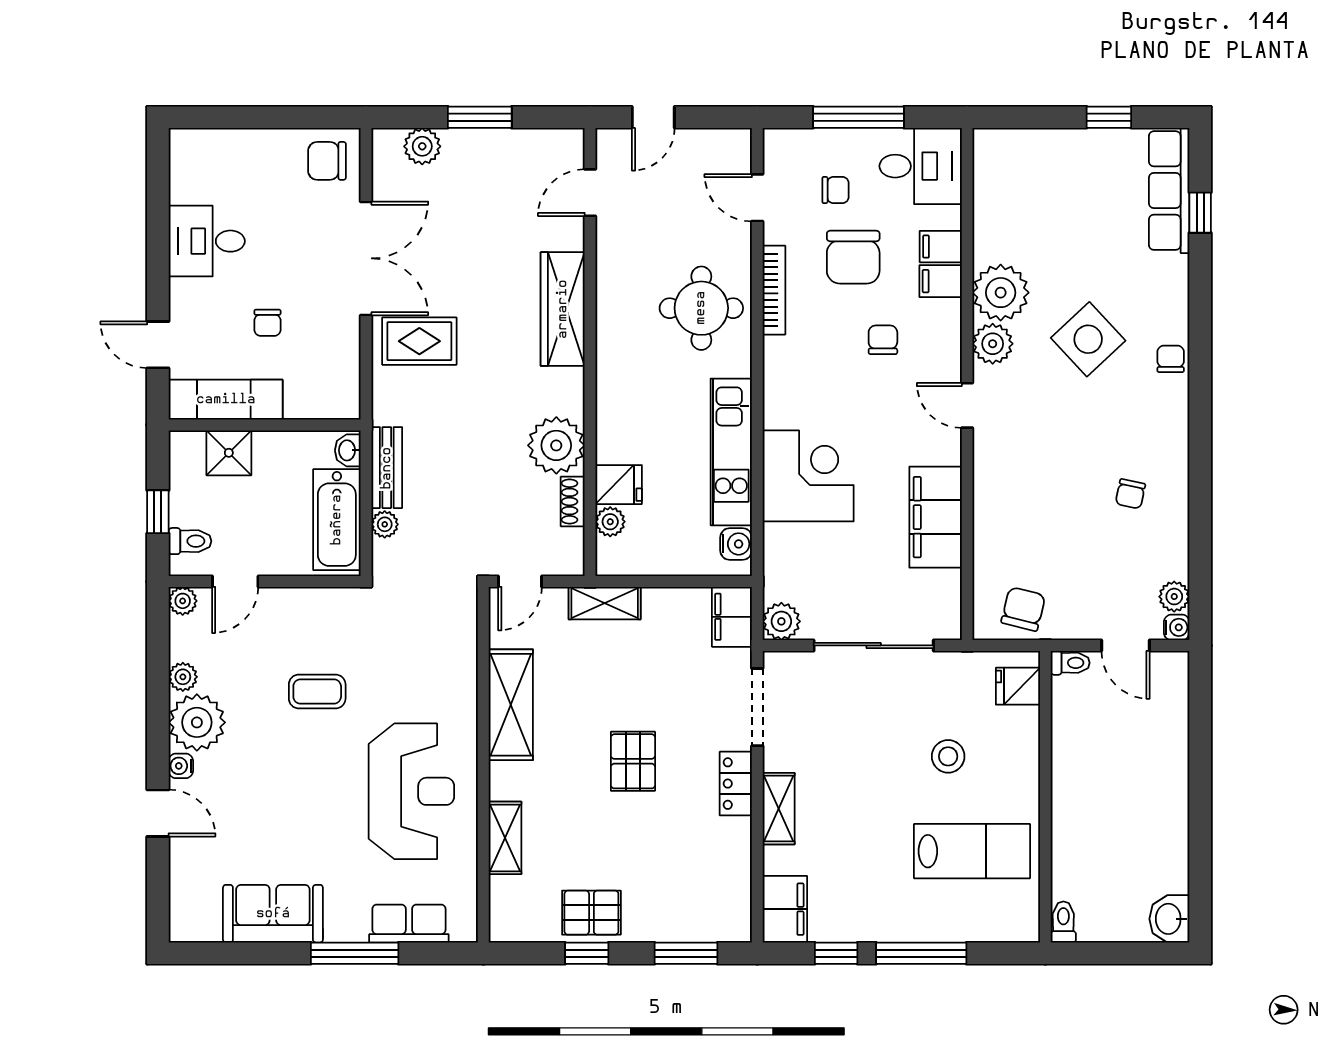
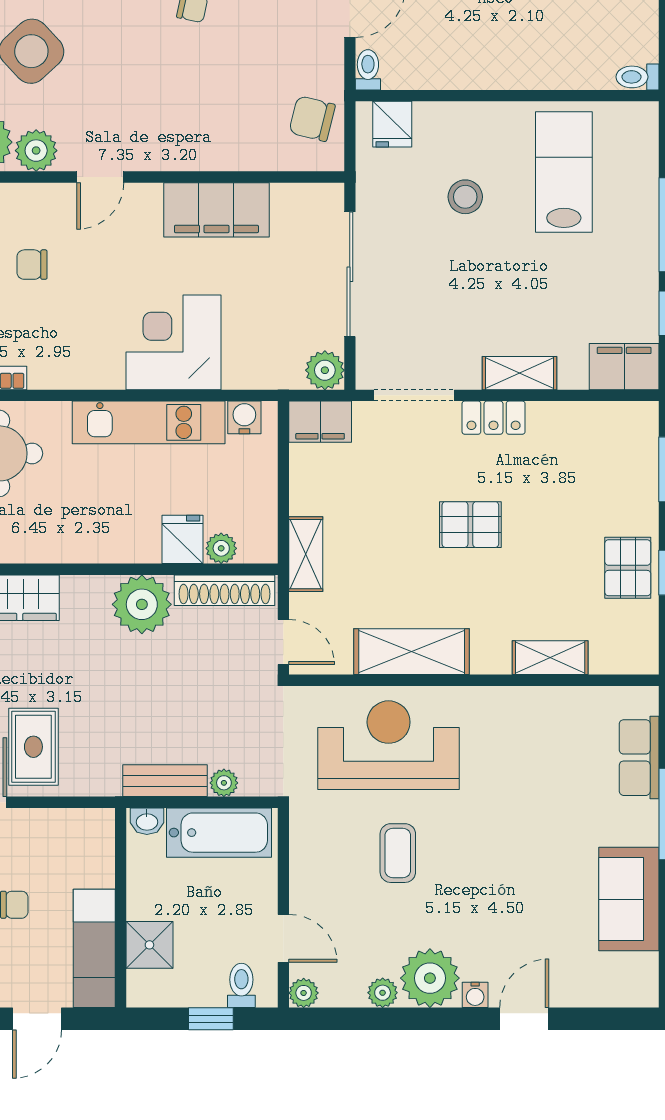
shoe rack: (573, 502) -> (224, 590), width x1.94, depth x1.24
reception desk: (411, 791) -> (389, 745), moved

